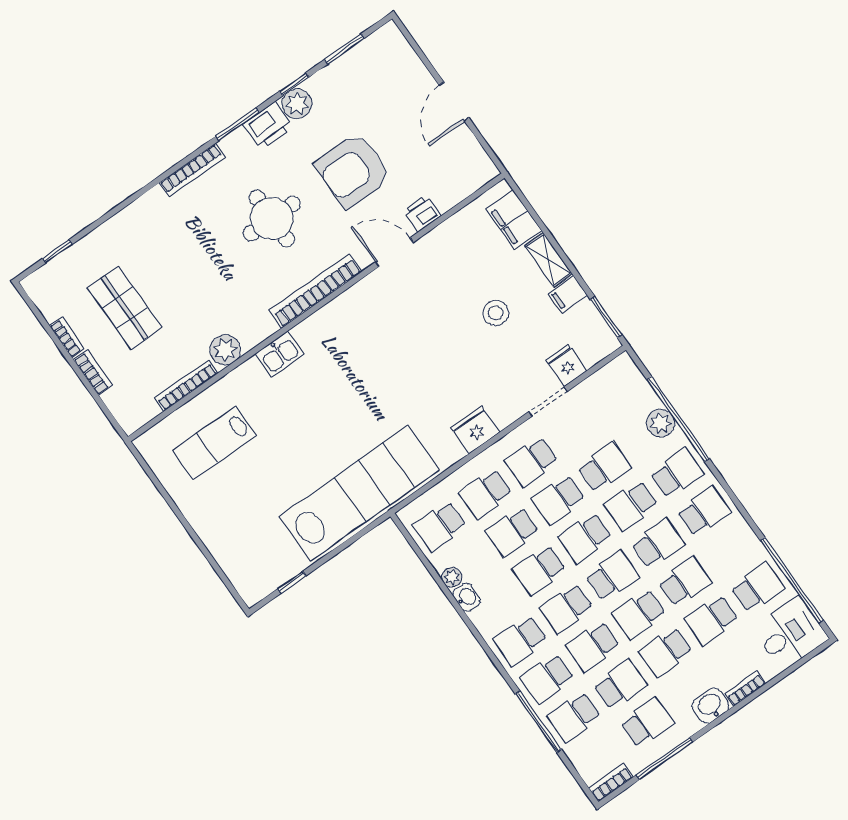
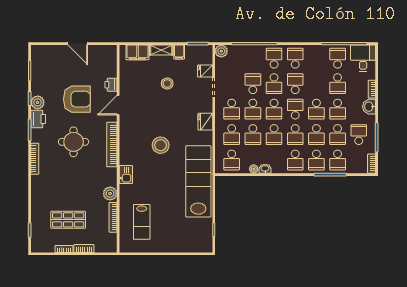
armchair: (353, 170) -> (77, 99), turned -90
stool: (376, 379) -> (161, 145), added
plant: (661, 423) -> (221, 51), moved
school desk: (685, 582) -> (316, 84), removed
school desk: (620, 684) -> (338, 135), turned 180

